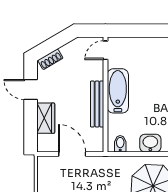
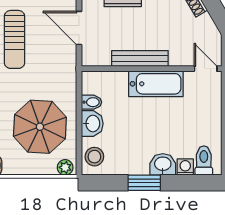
bidet: (120, 144) -> (91, 102), moved
door: (72, 154) -> (79, 28), swing flipped

